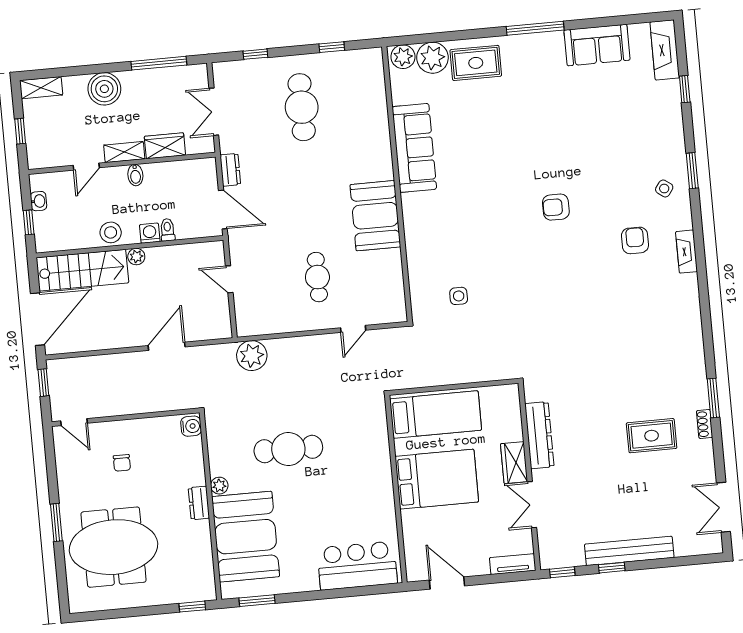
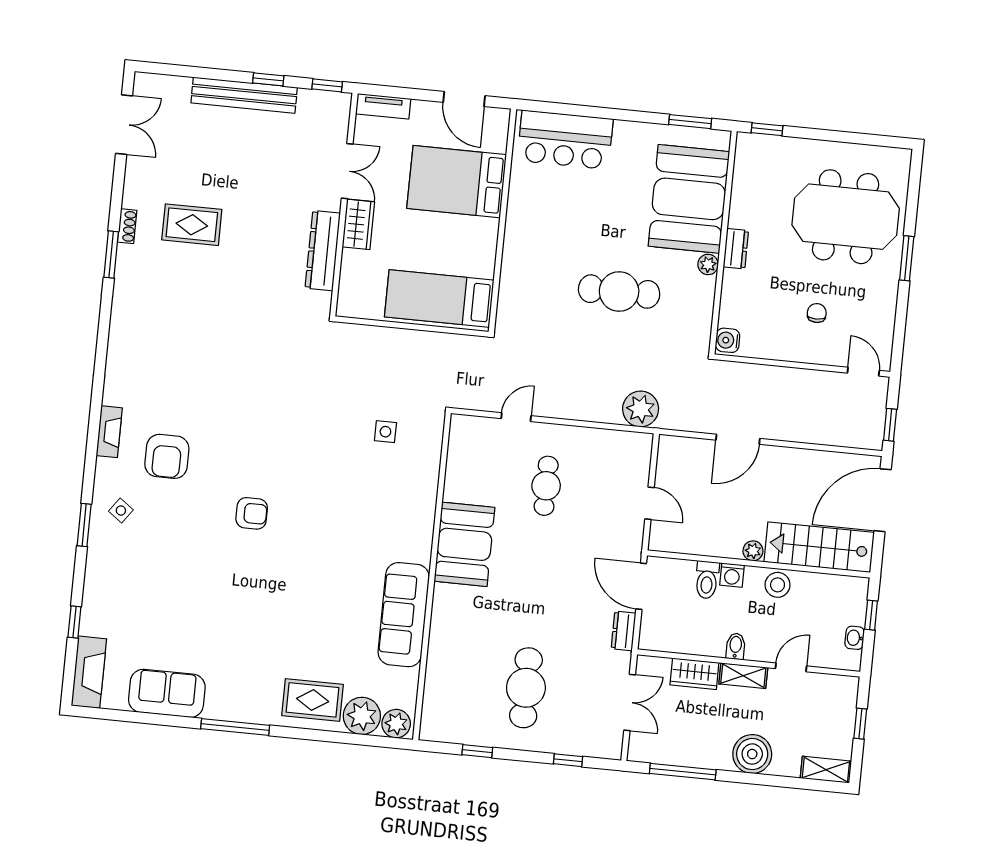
toilet: (168, 230) -> (707, 580), width x1.37, depth x1.39
armchair: (635, 240) -> (167, 456), width x1.38, depth x1.38
bed: (437, 479) -> (457, 182), moved

